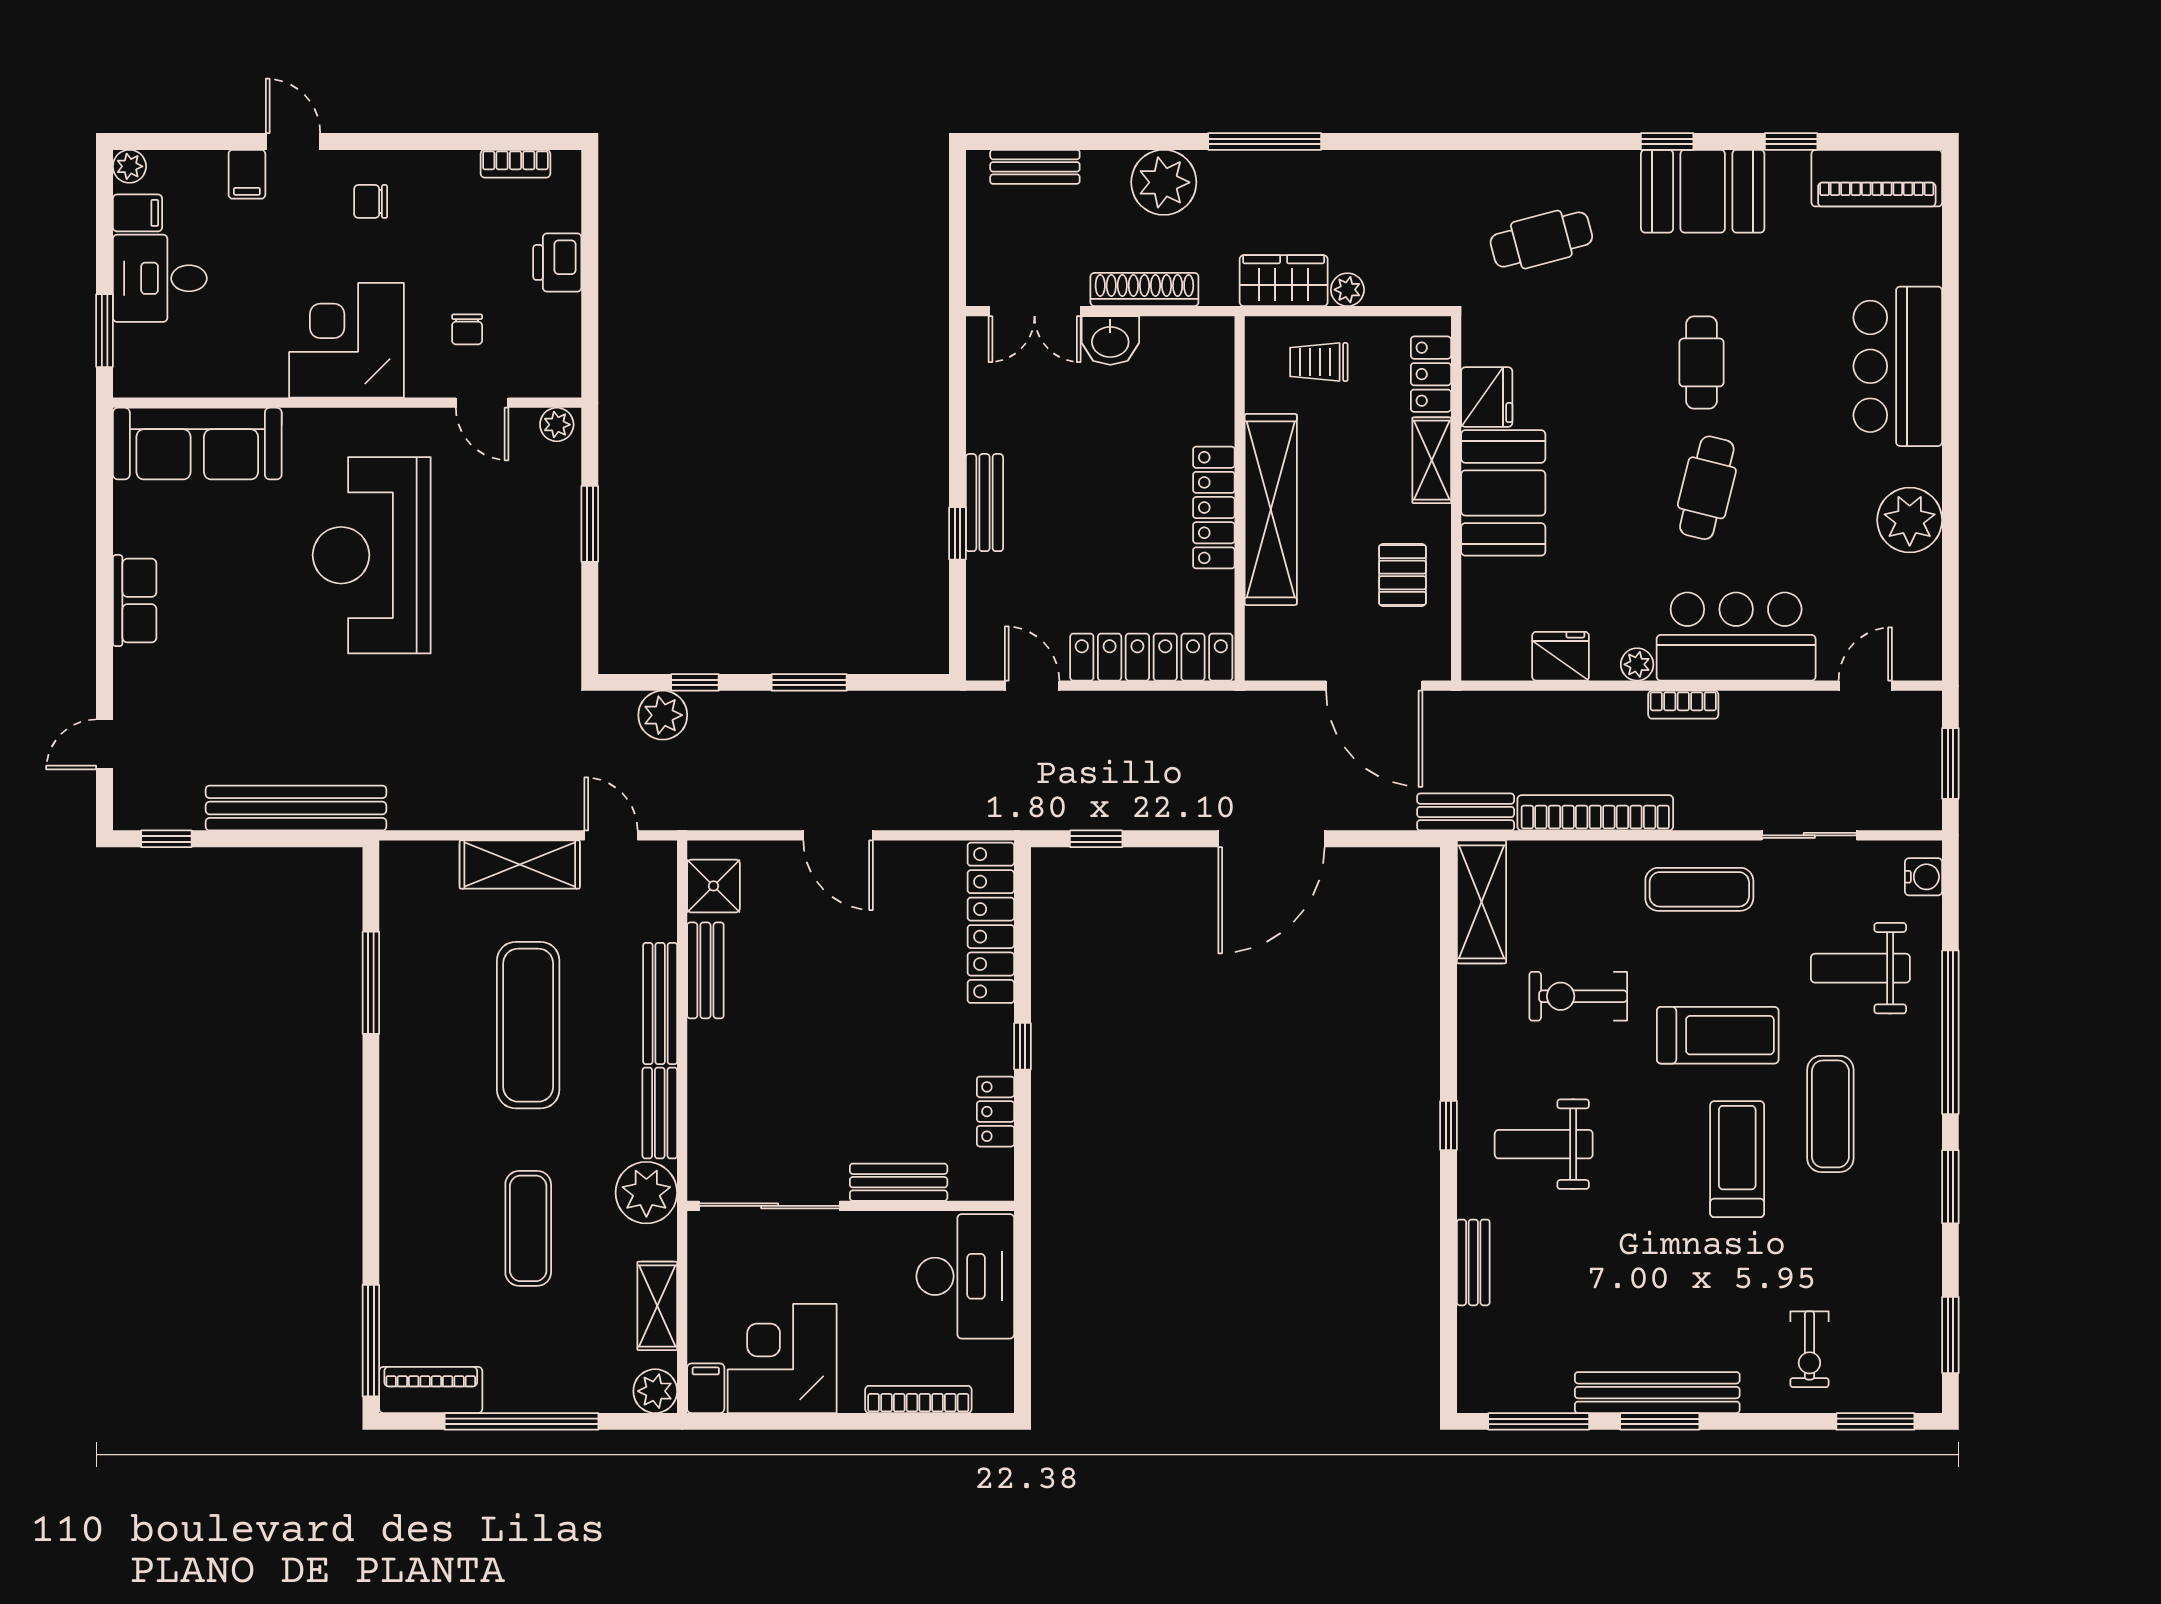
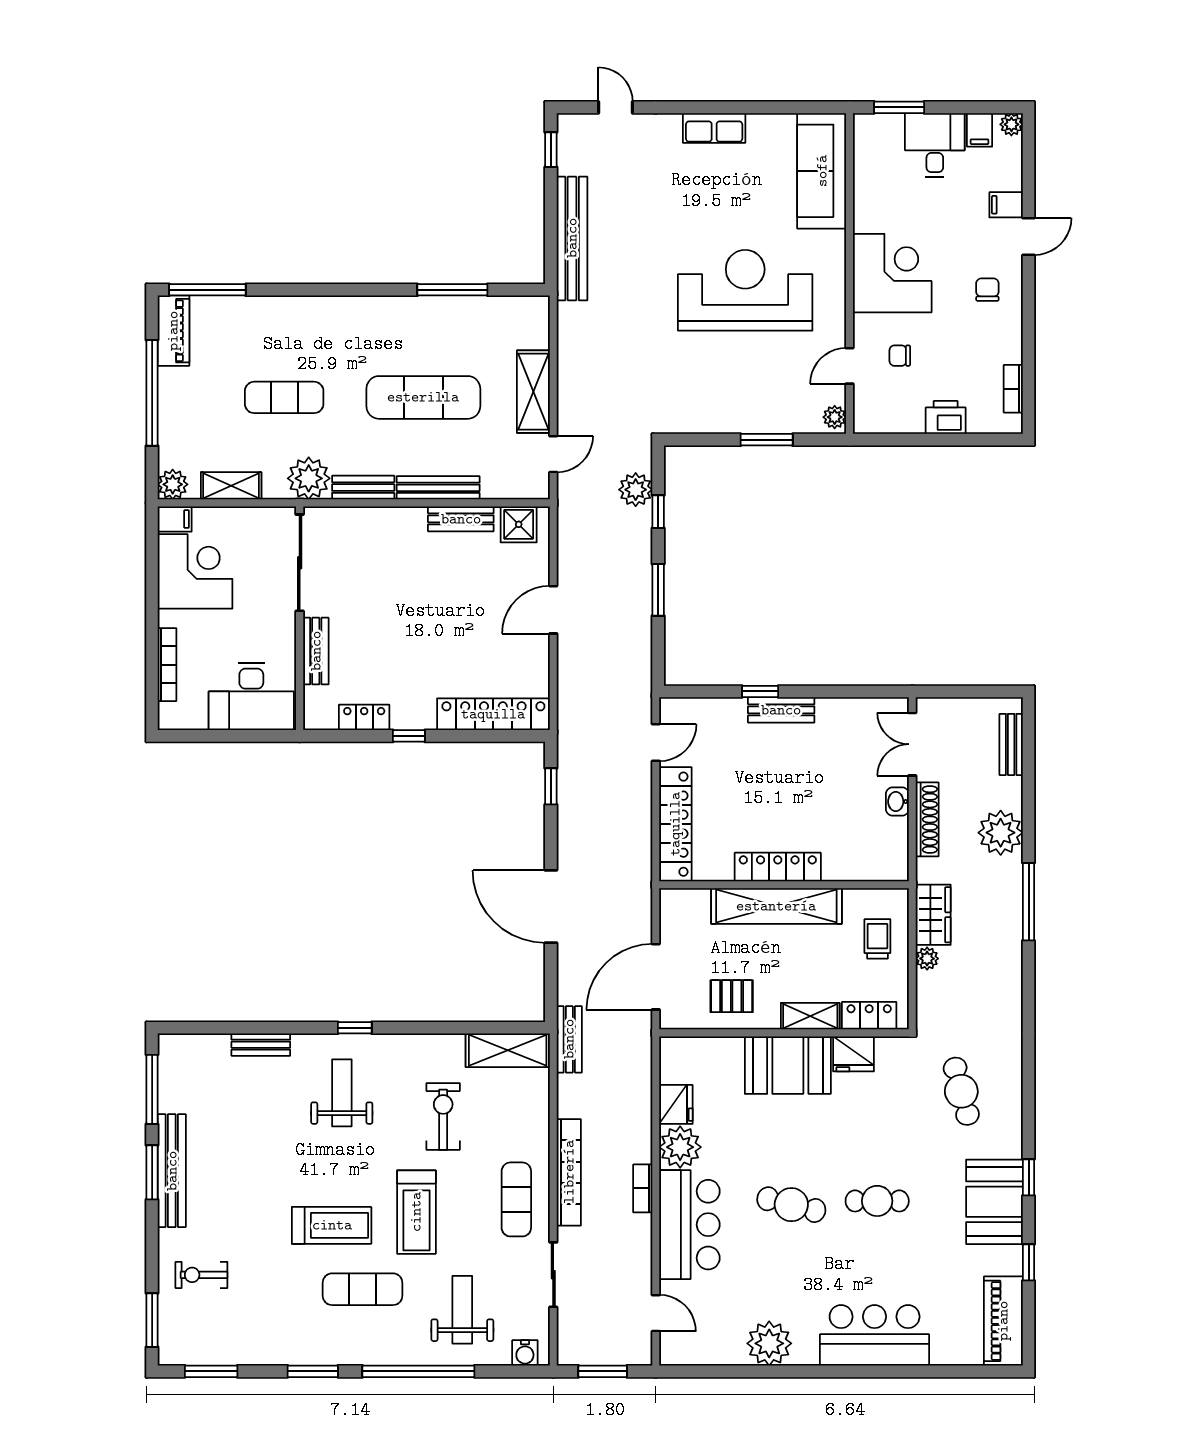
washbasin: (1110, 341) -> (897, 802), width x0.72, depth x0.69
plant: (1637, 664) -> (680, 1147), width x1.88, depth x1.88
bookcase: (1595, 813) -> (569, 1172), moved

